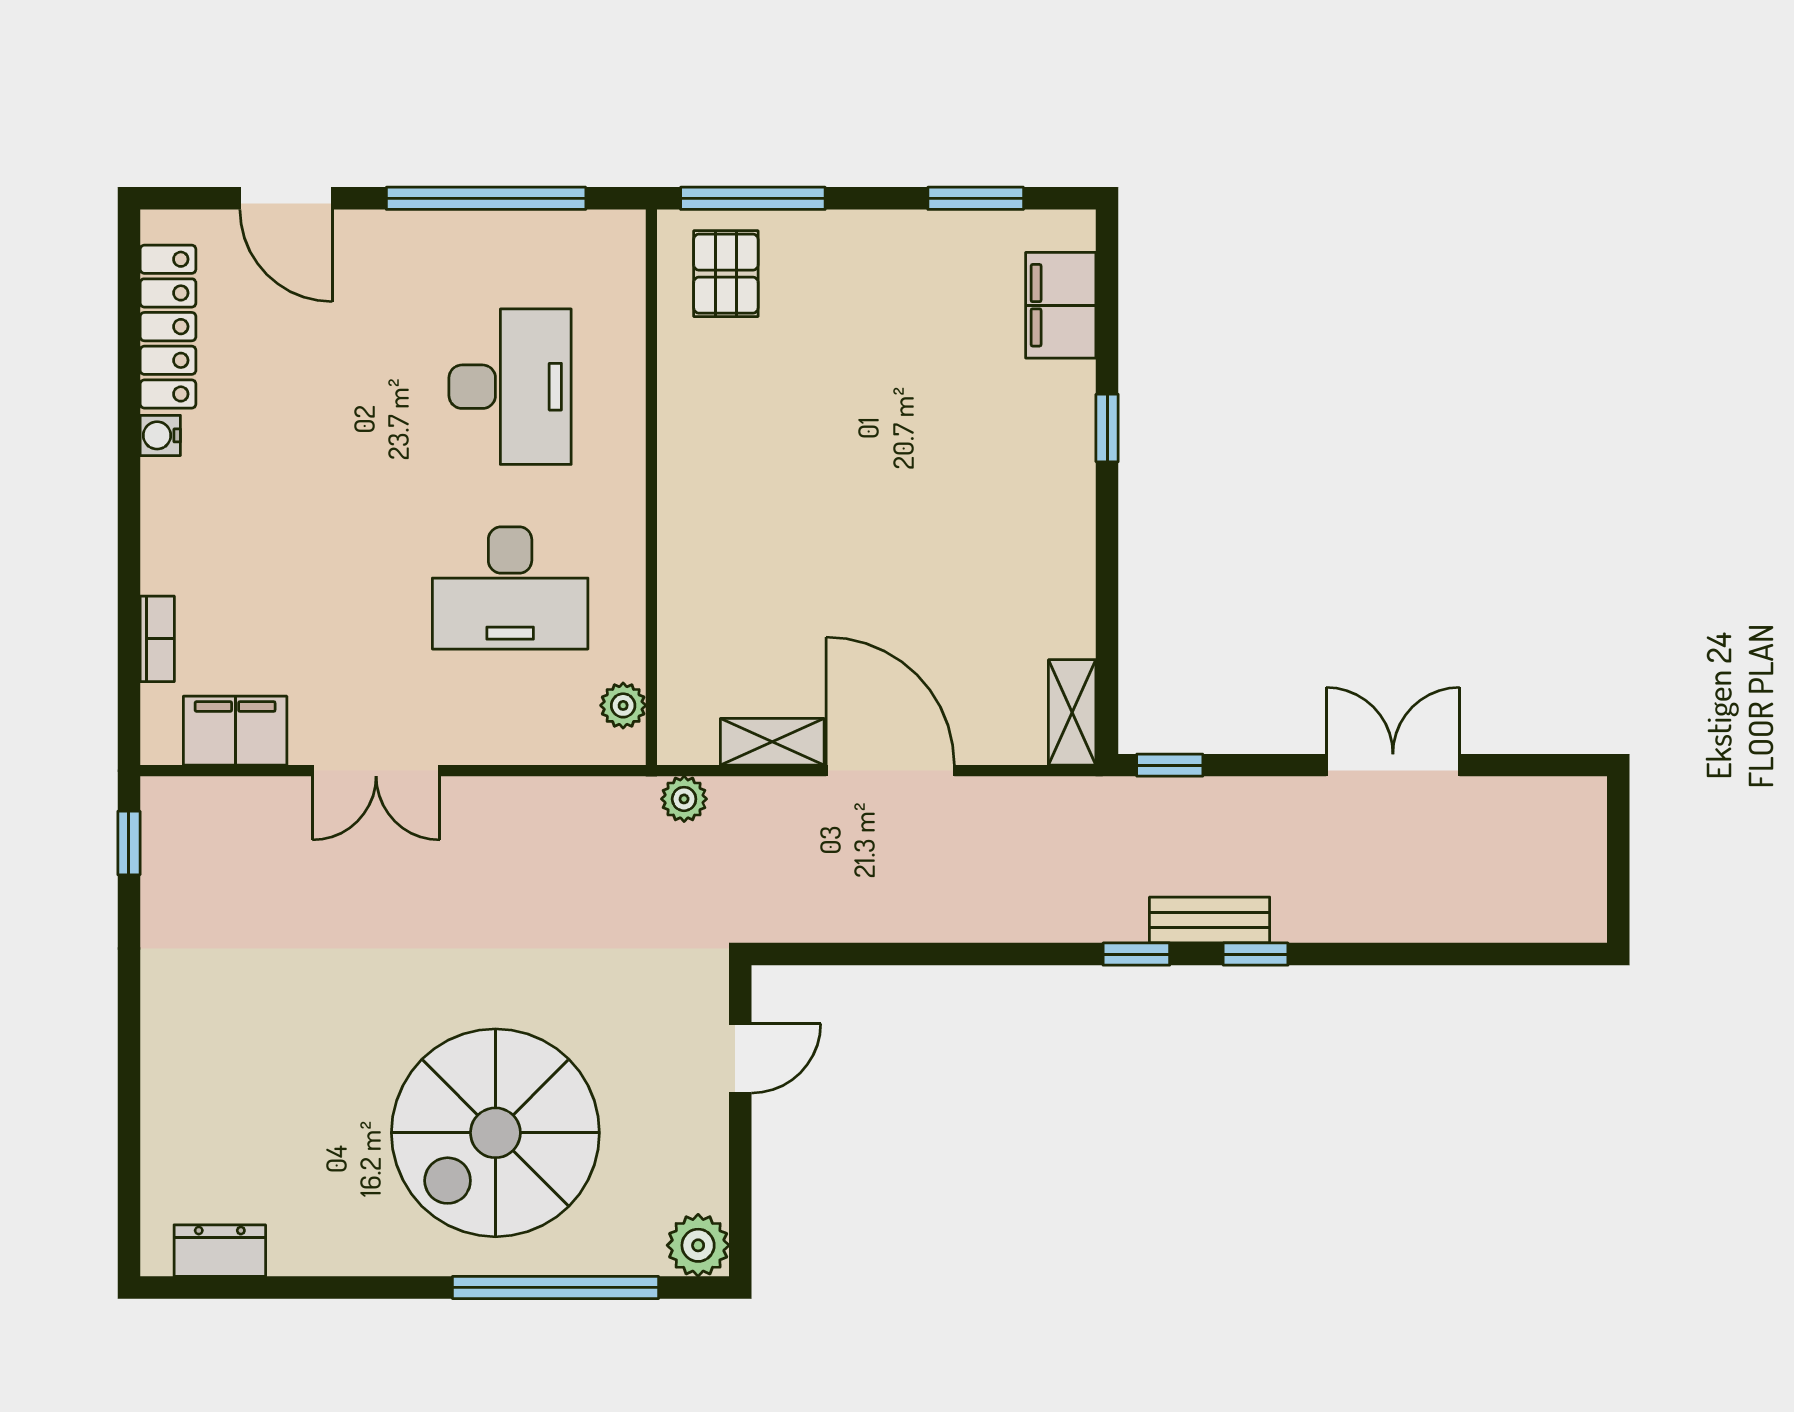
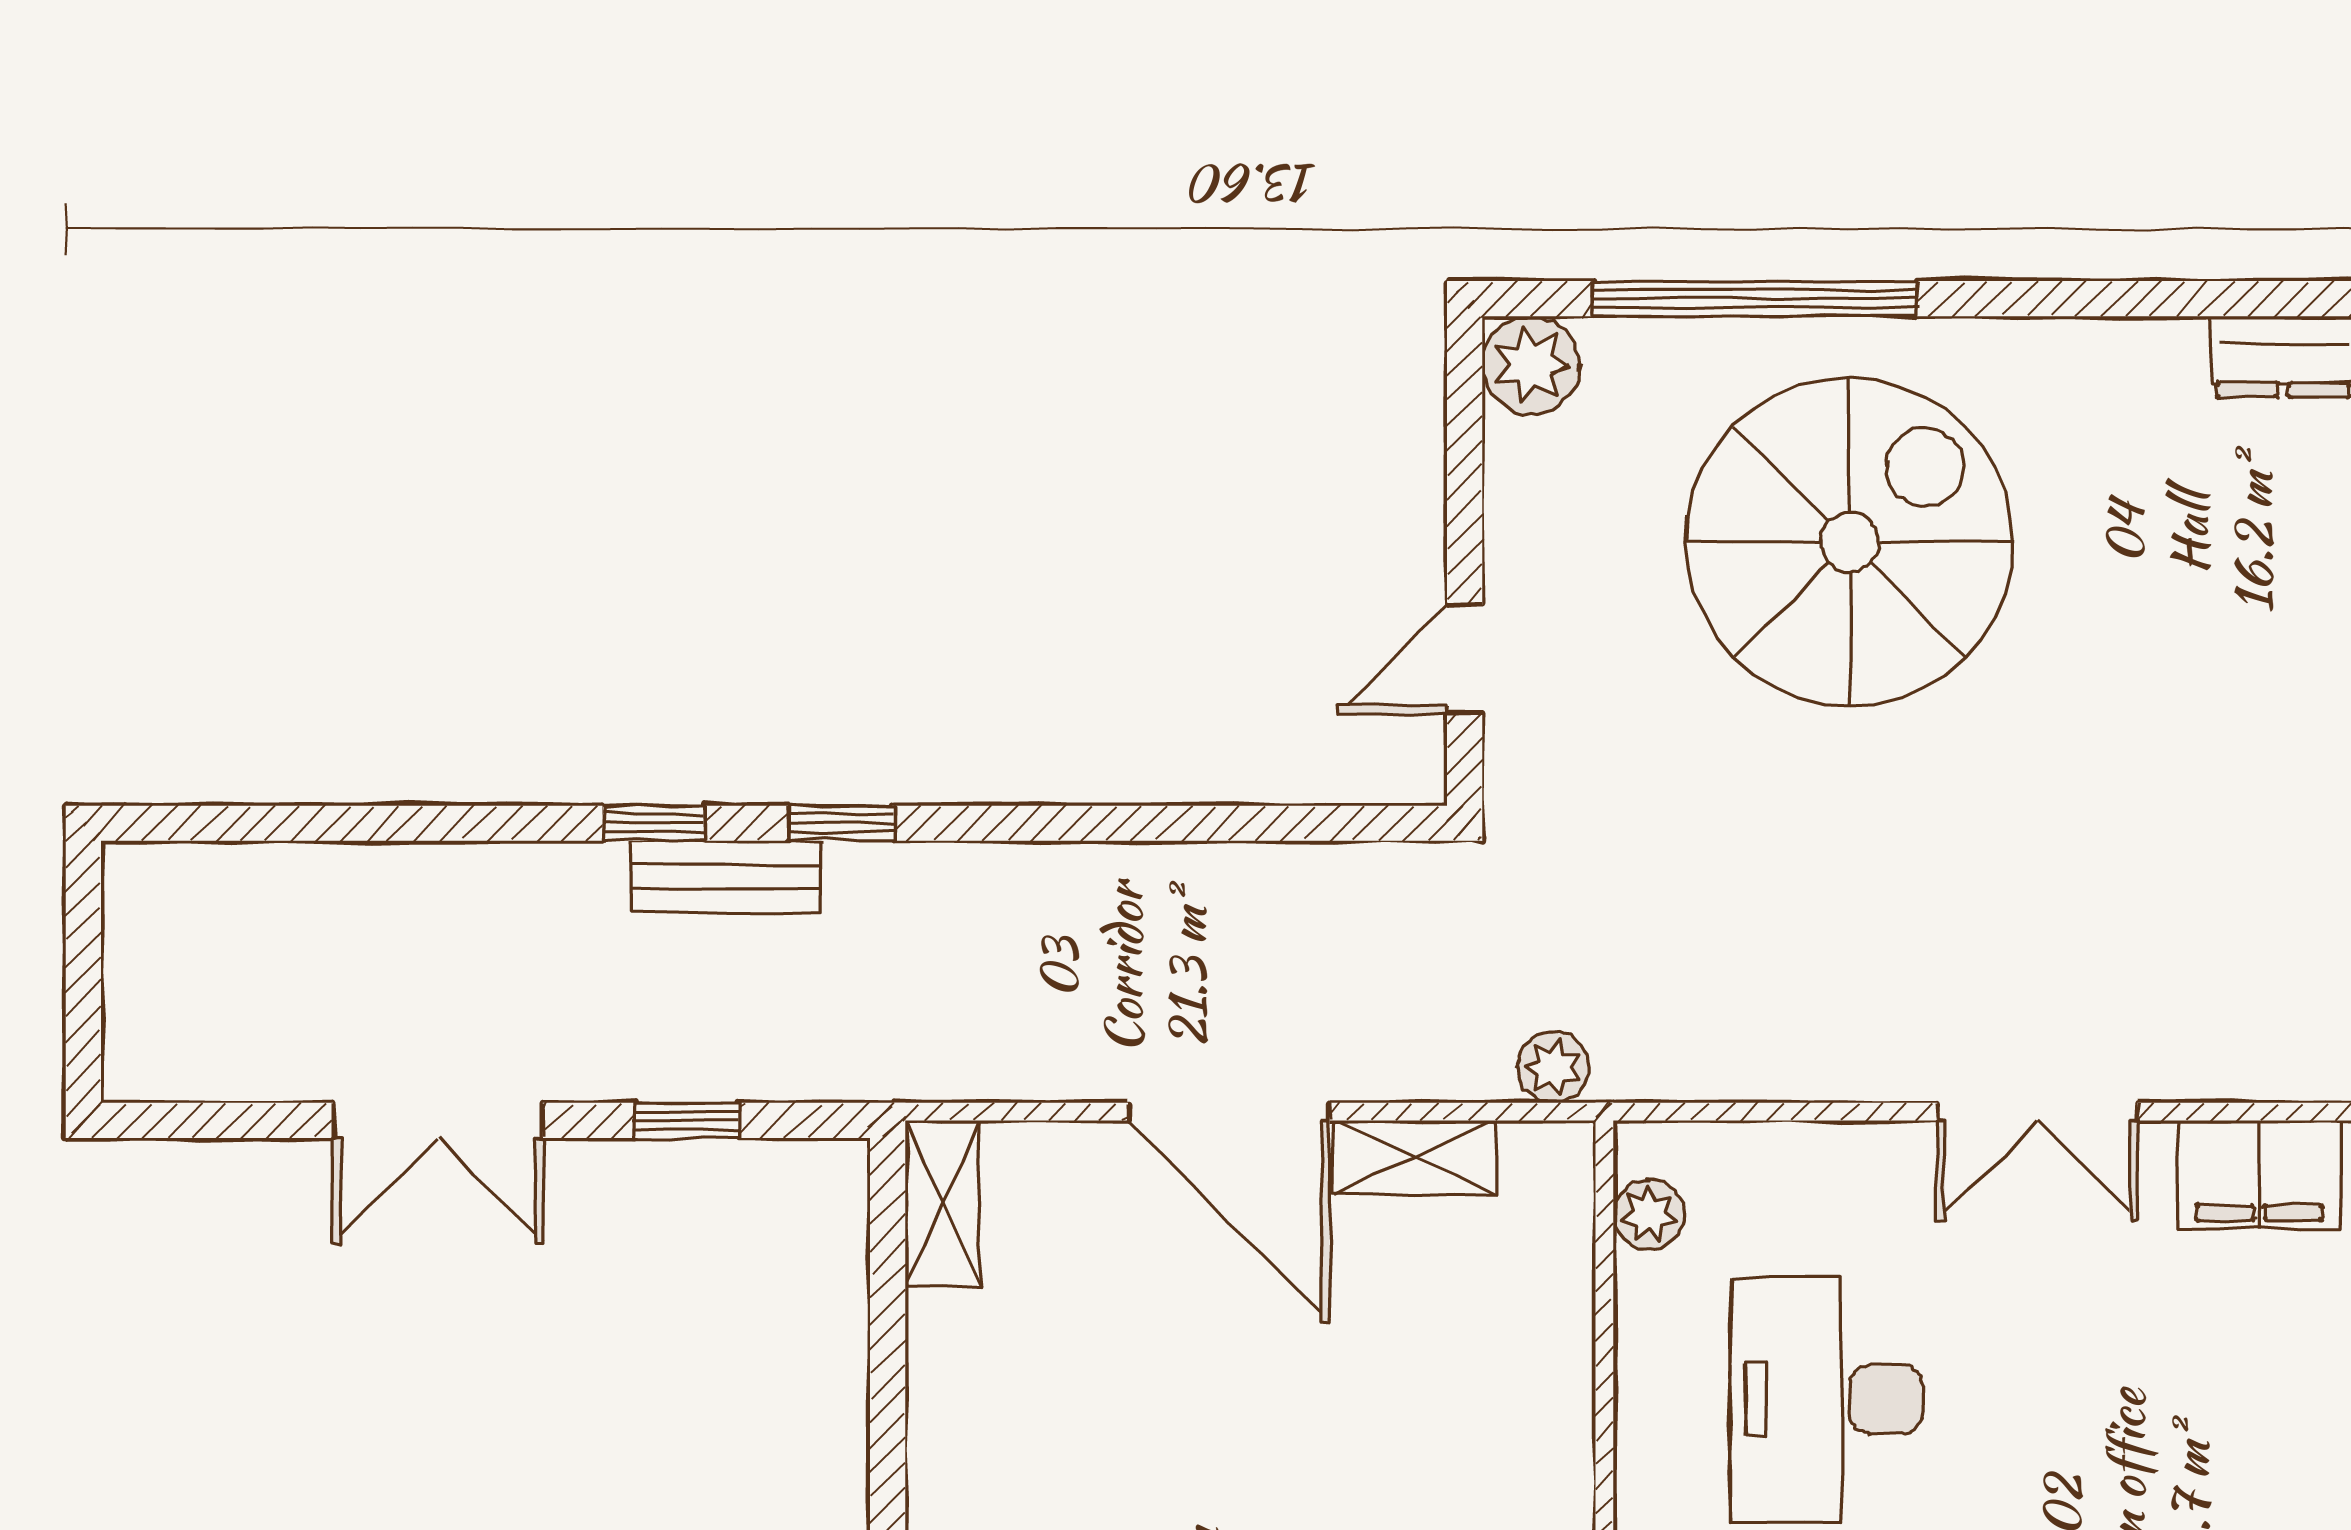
desk: (510, 588) -> (1827, 1399), turned -90
window: (1170, 765) -> (687, 1120), moved
double door: (376, 771) -> (2037, 1112), swing flipped

